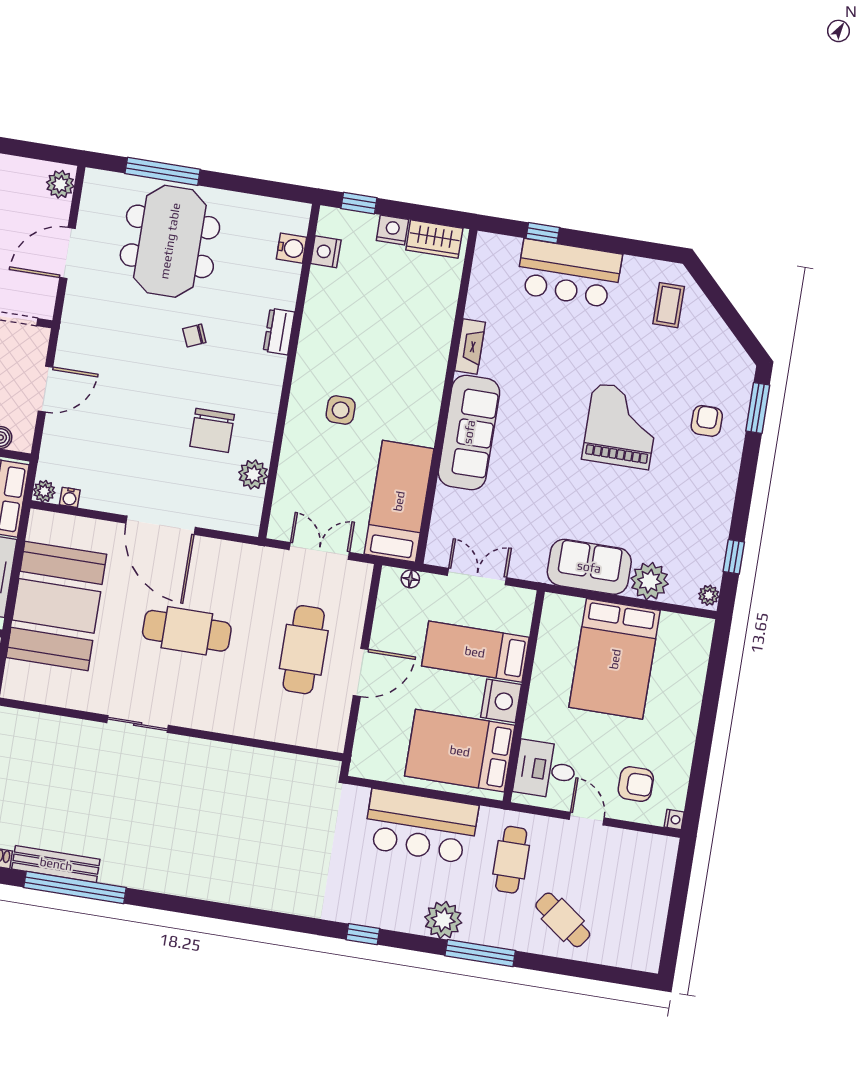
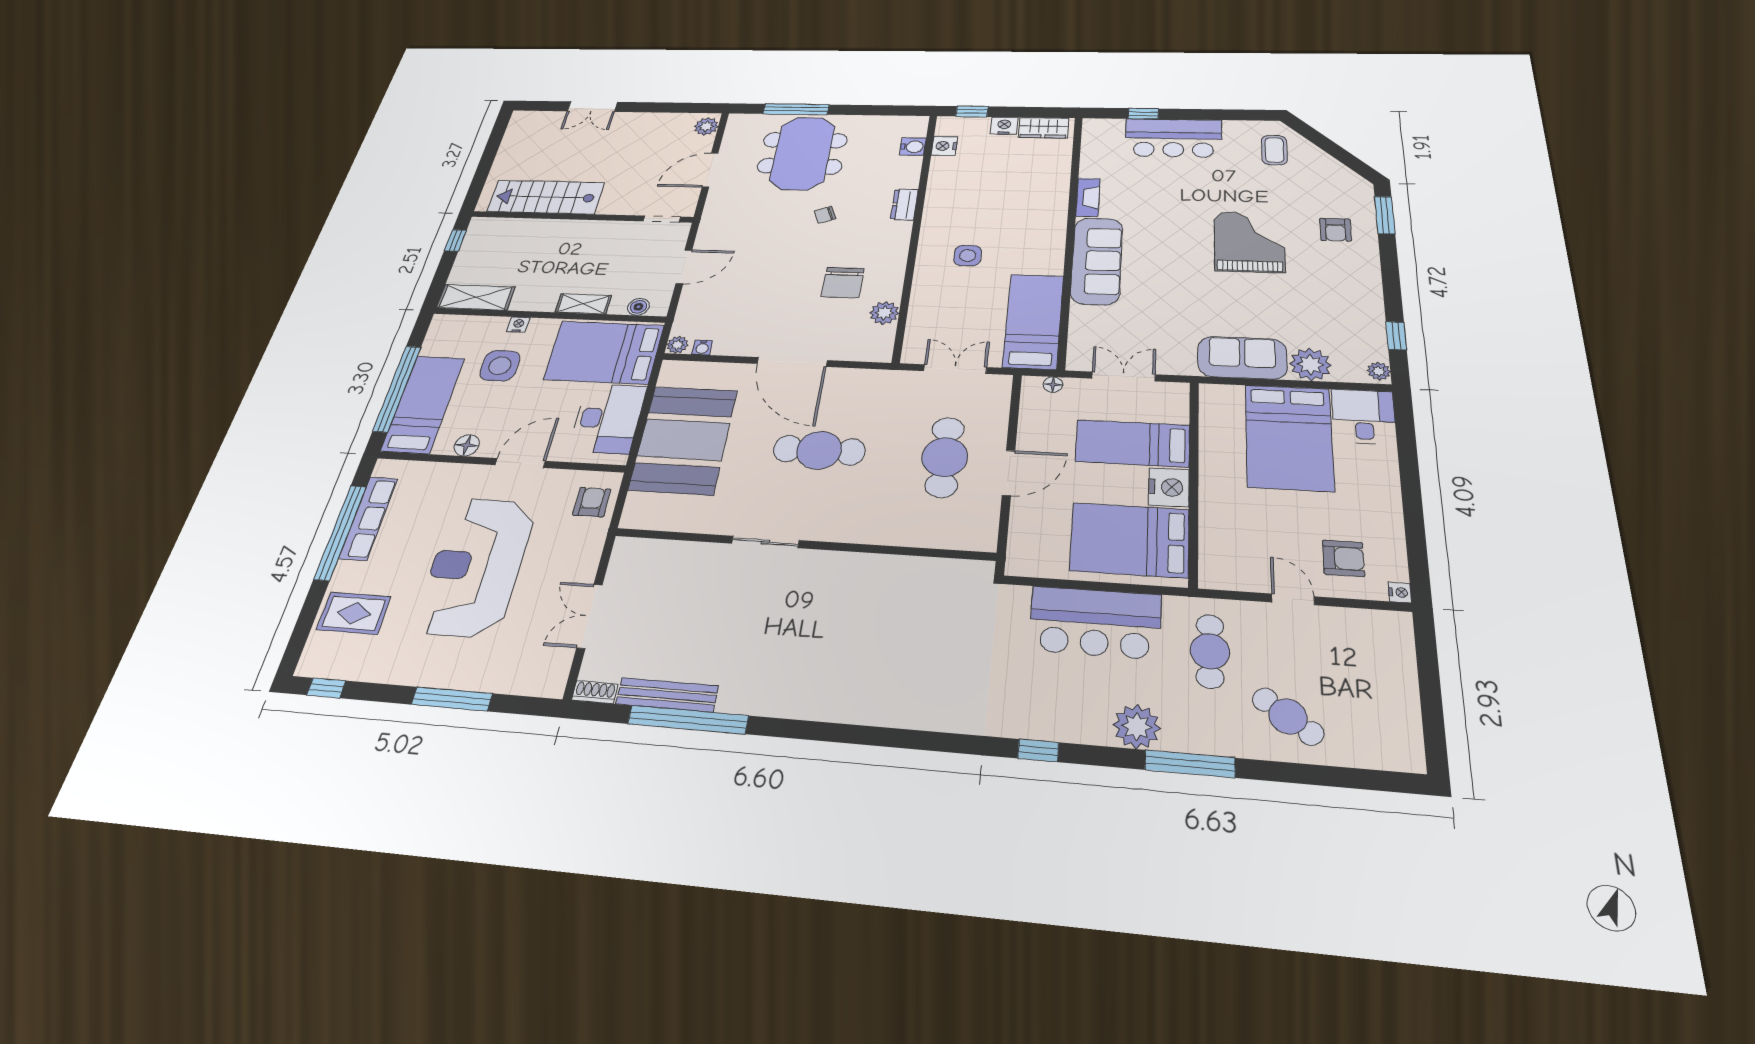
armchair: (707, 421) -> (1335, 230), turned 180
desk: (545, 770) -> (1364, 417), moved, turned 90

